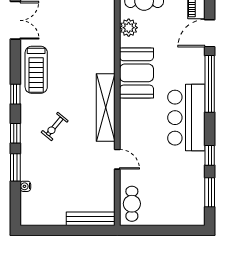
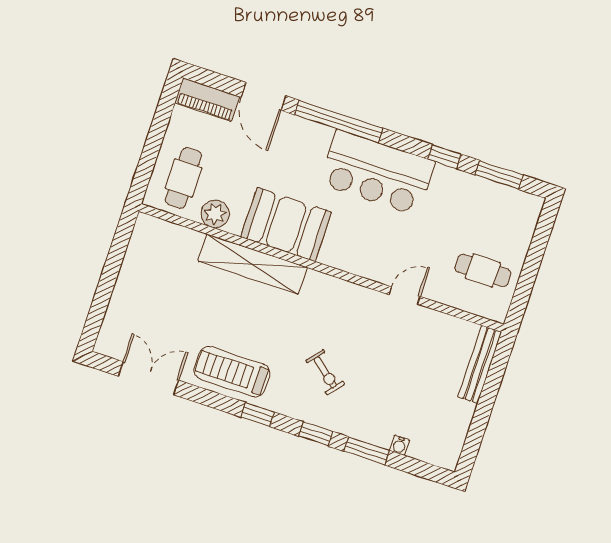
treadmill: (36, 70) -> (232, 372), turned 180
shelving: (106, 108) -> (253, 264), moved
cafe table: (132, 204) -> (483, 270), moved

